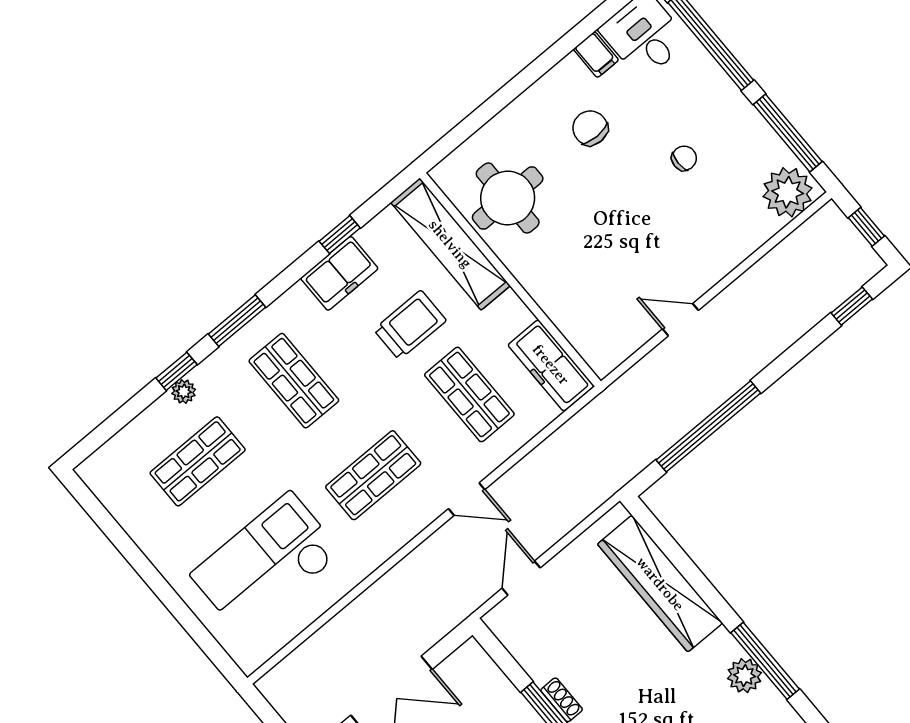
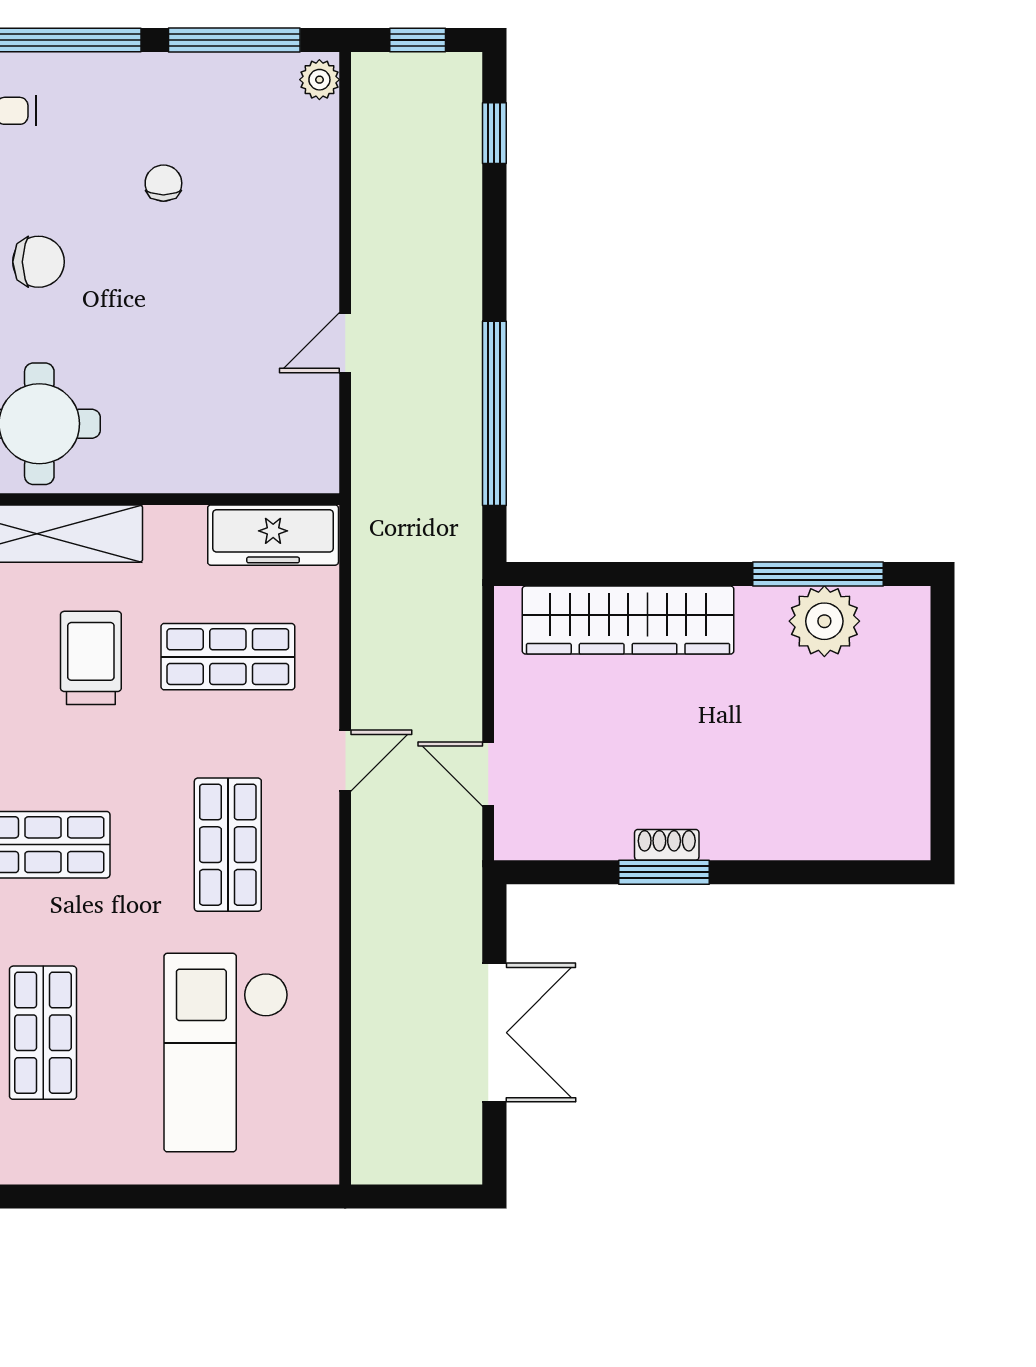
chair: (590, 128) -> (39, 262), turned 180
plant: (788, 192) -> (319, 80), width x0.53, depth x0.53
plant: (744, 676) -> (824, 621), width x1.36, depth x1.36

